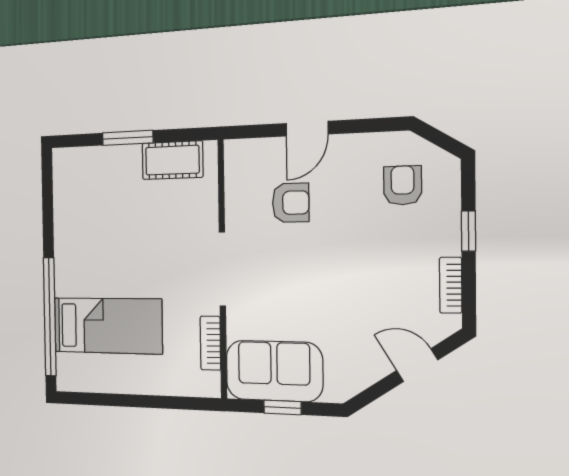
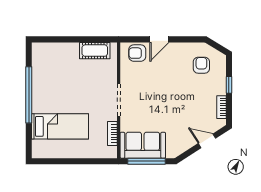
window: (128, 138) -> (72, 39), removed
armchair: (291, 203) -> (137, 53), moved, turned 180
window: (50, 317) -> (29, 95), moved
window: (282, 407) -> (147, 161), width x2.17

